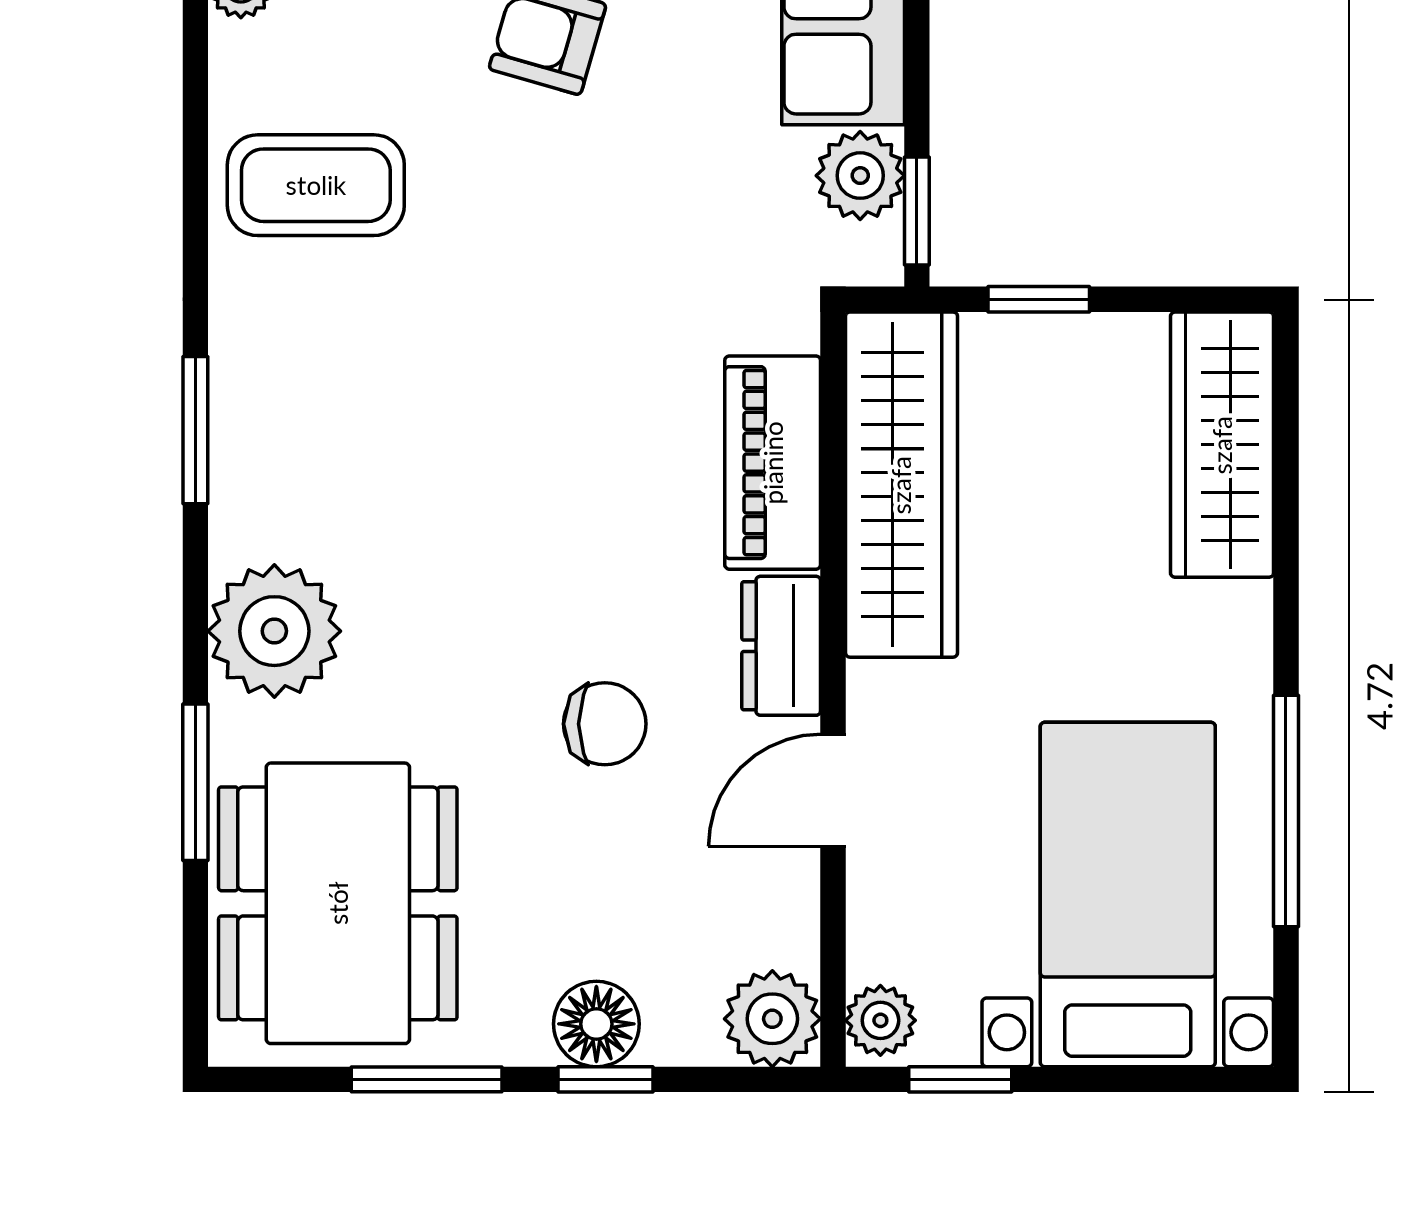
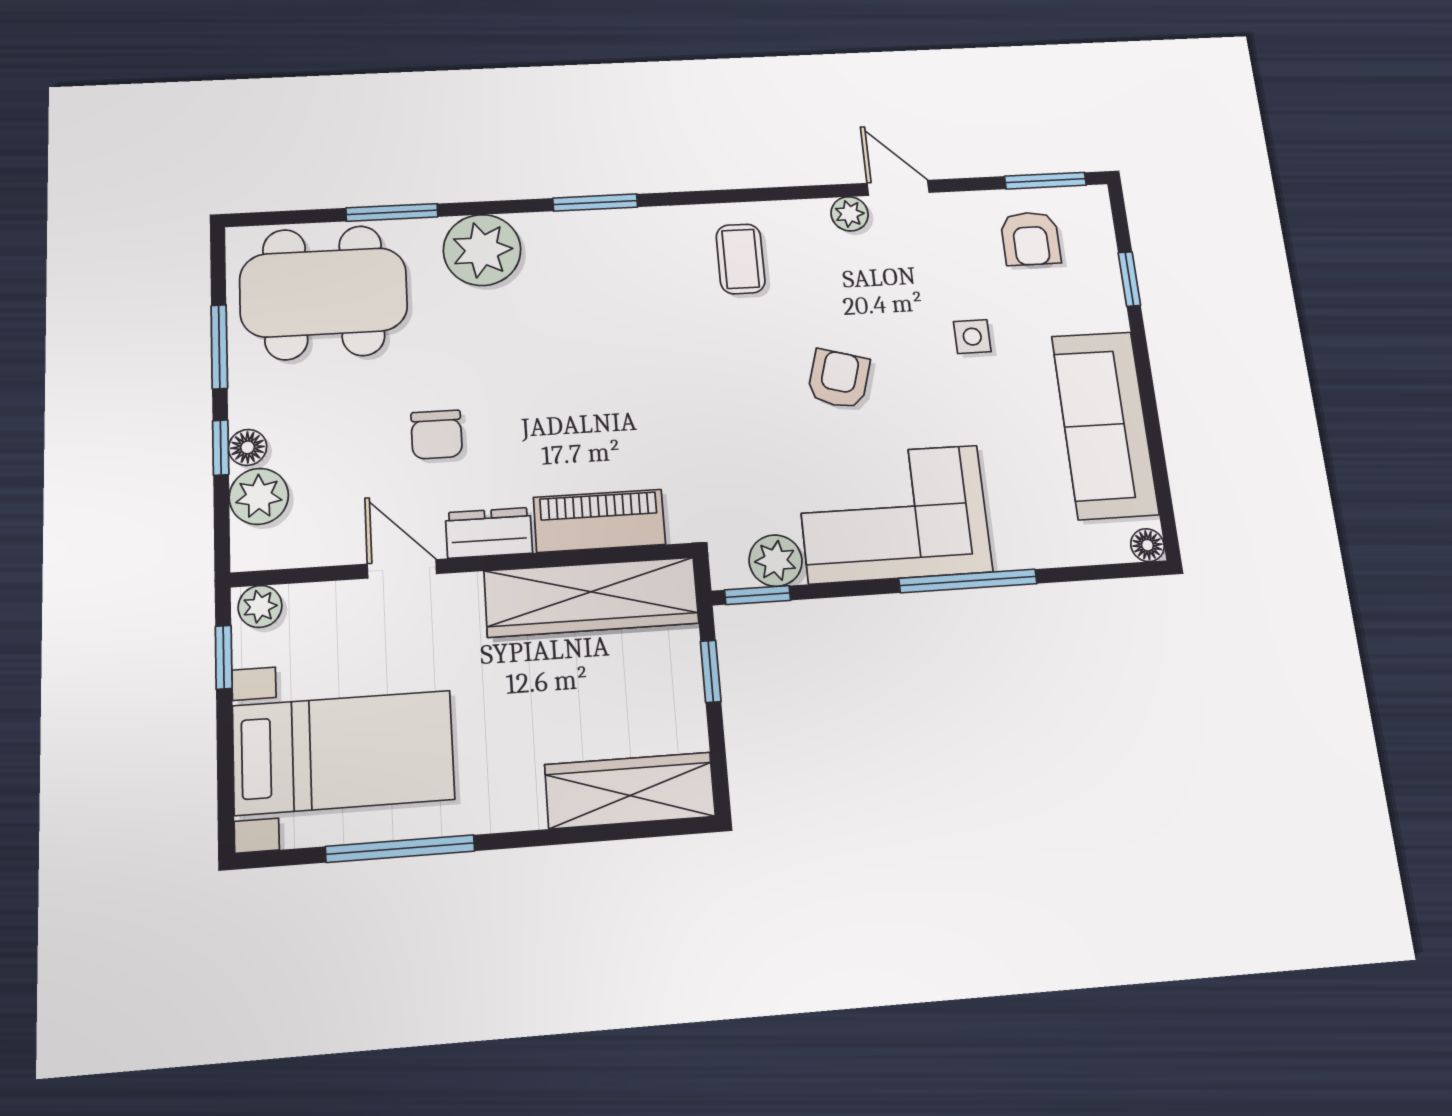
coffee table: (316, 185) -> (741, 259), width x0.73, depth x0.77
plant: (772, 1019) -> (259, 496), moved
floor lamp: (596, 1024) -> (248, 447), width x0.73, depth x0.73

